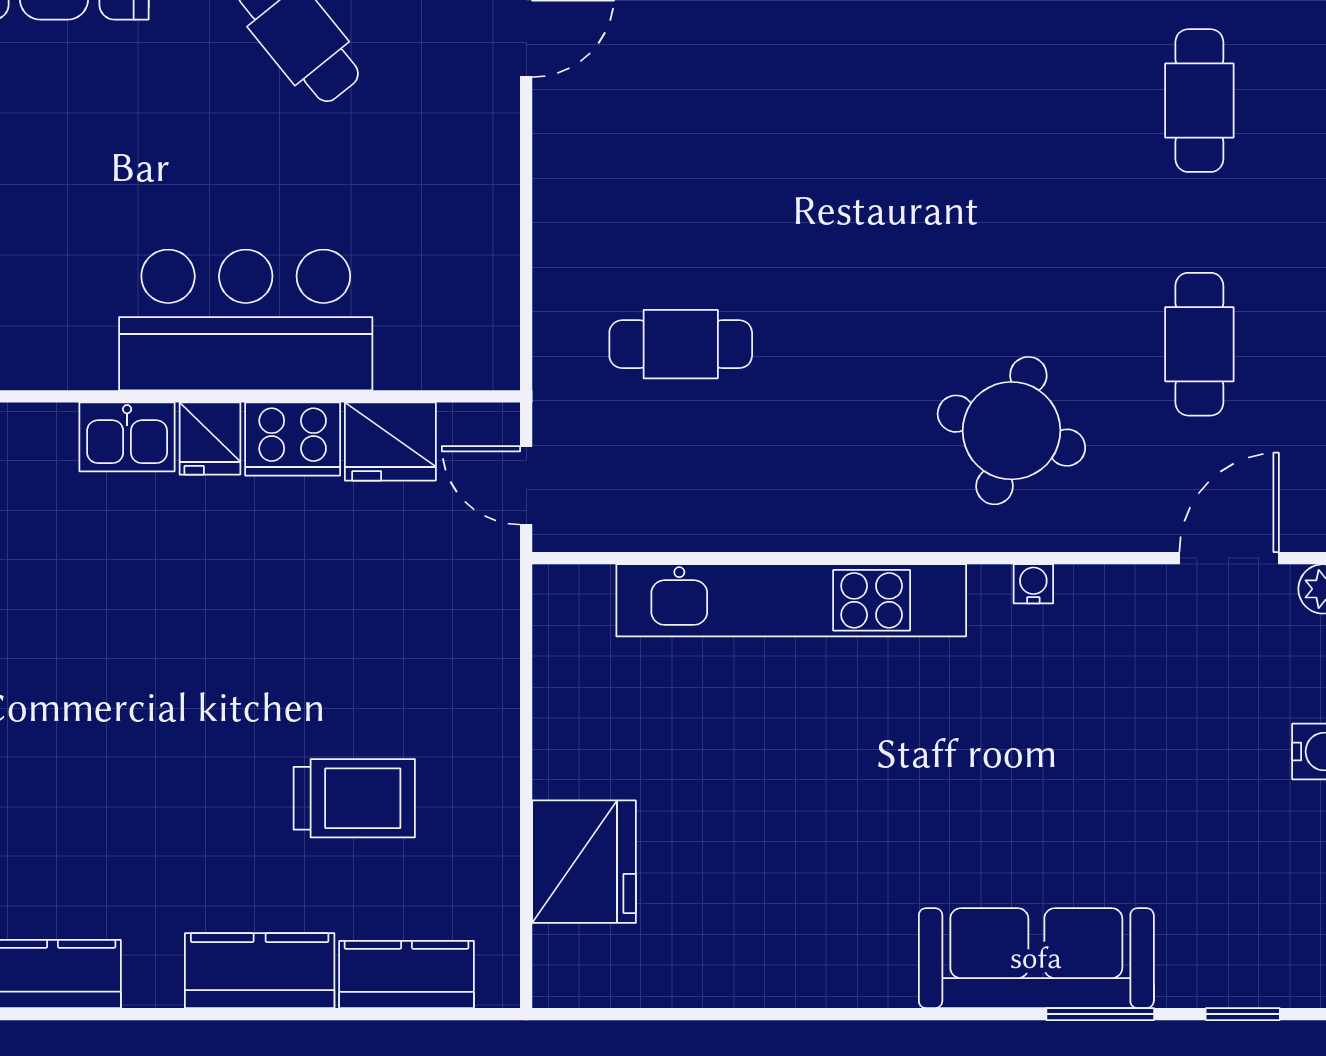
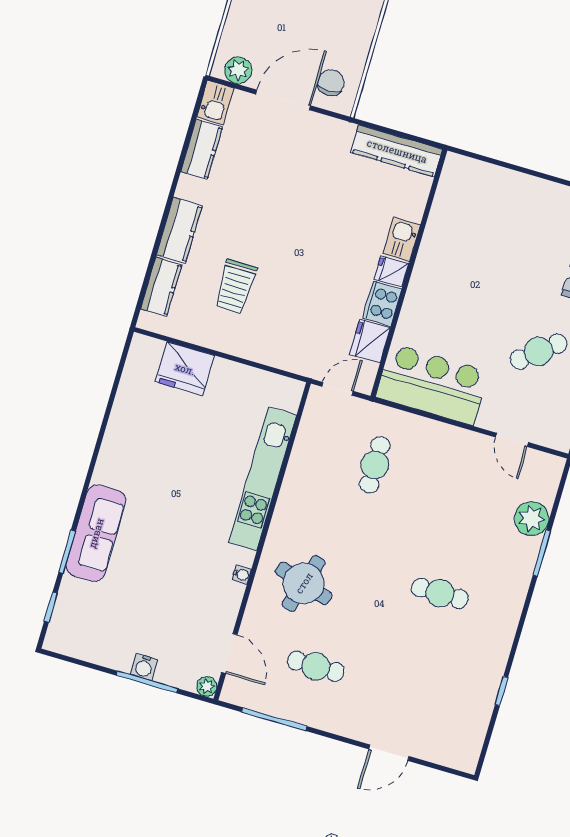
cafe table: (1199, 101) -> (440, 593), moved
bar counter: (246, 320) -> (432, 384), moved, turned -90

